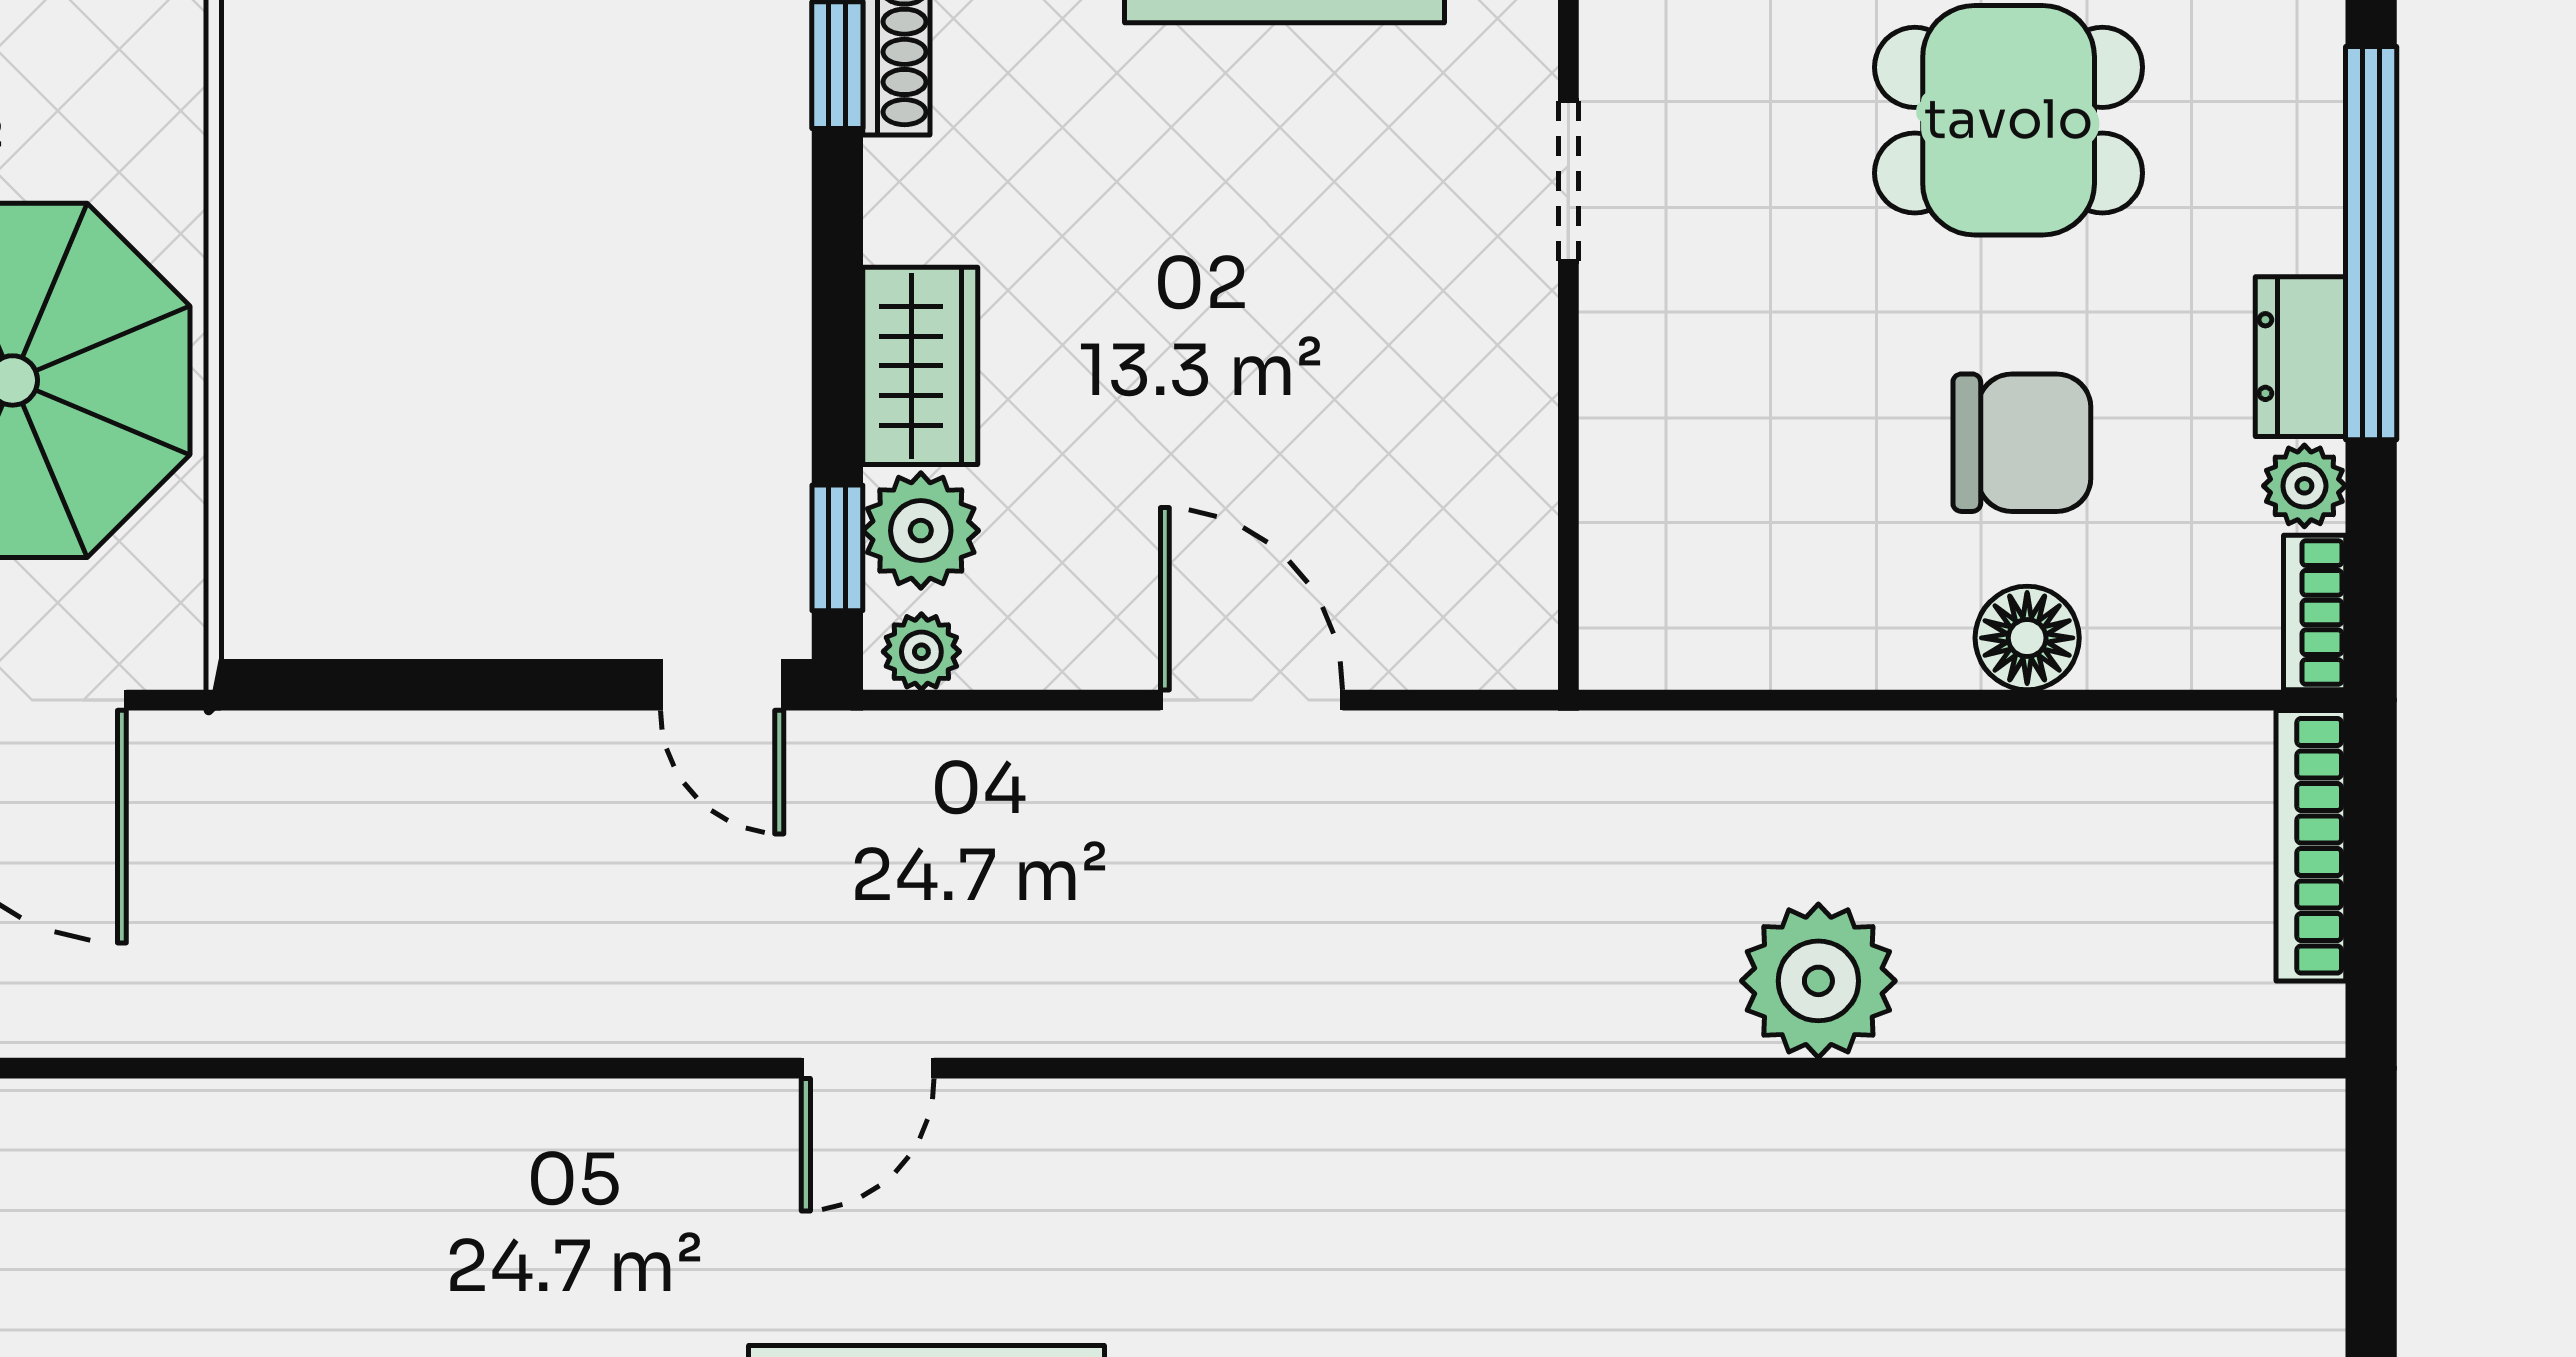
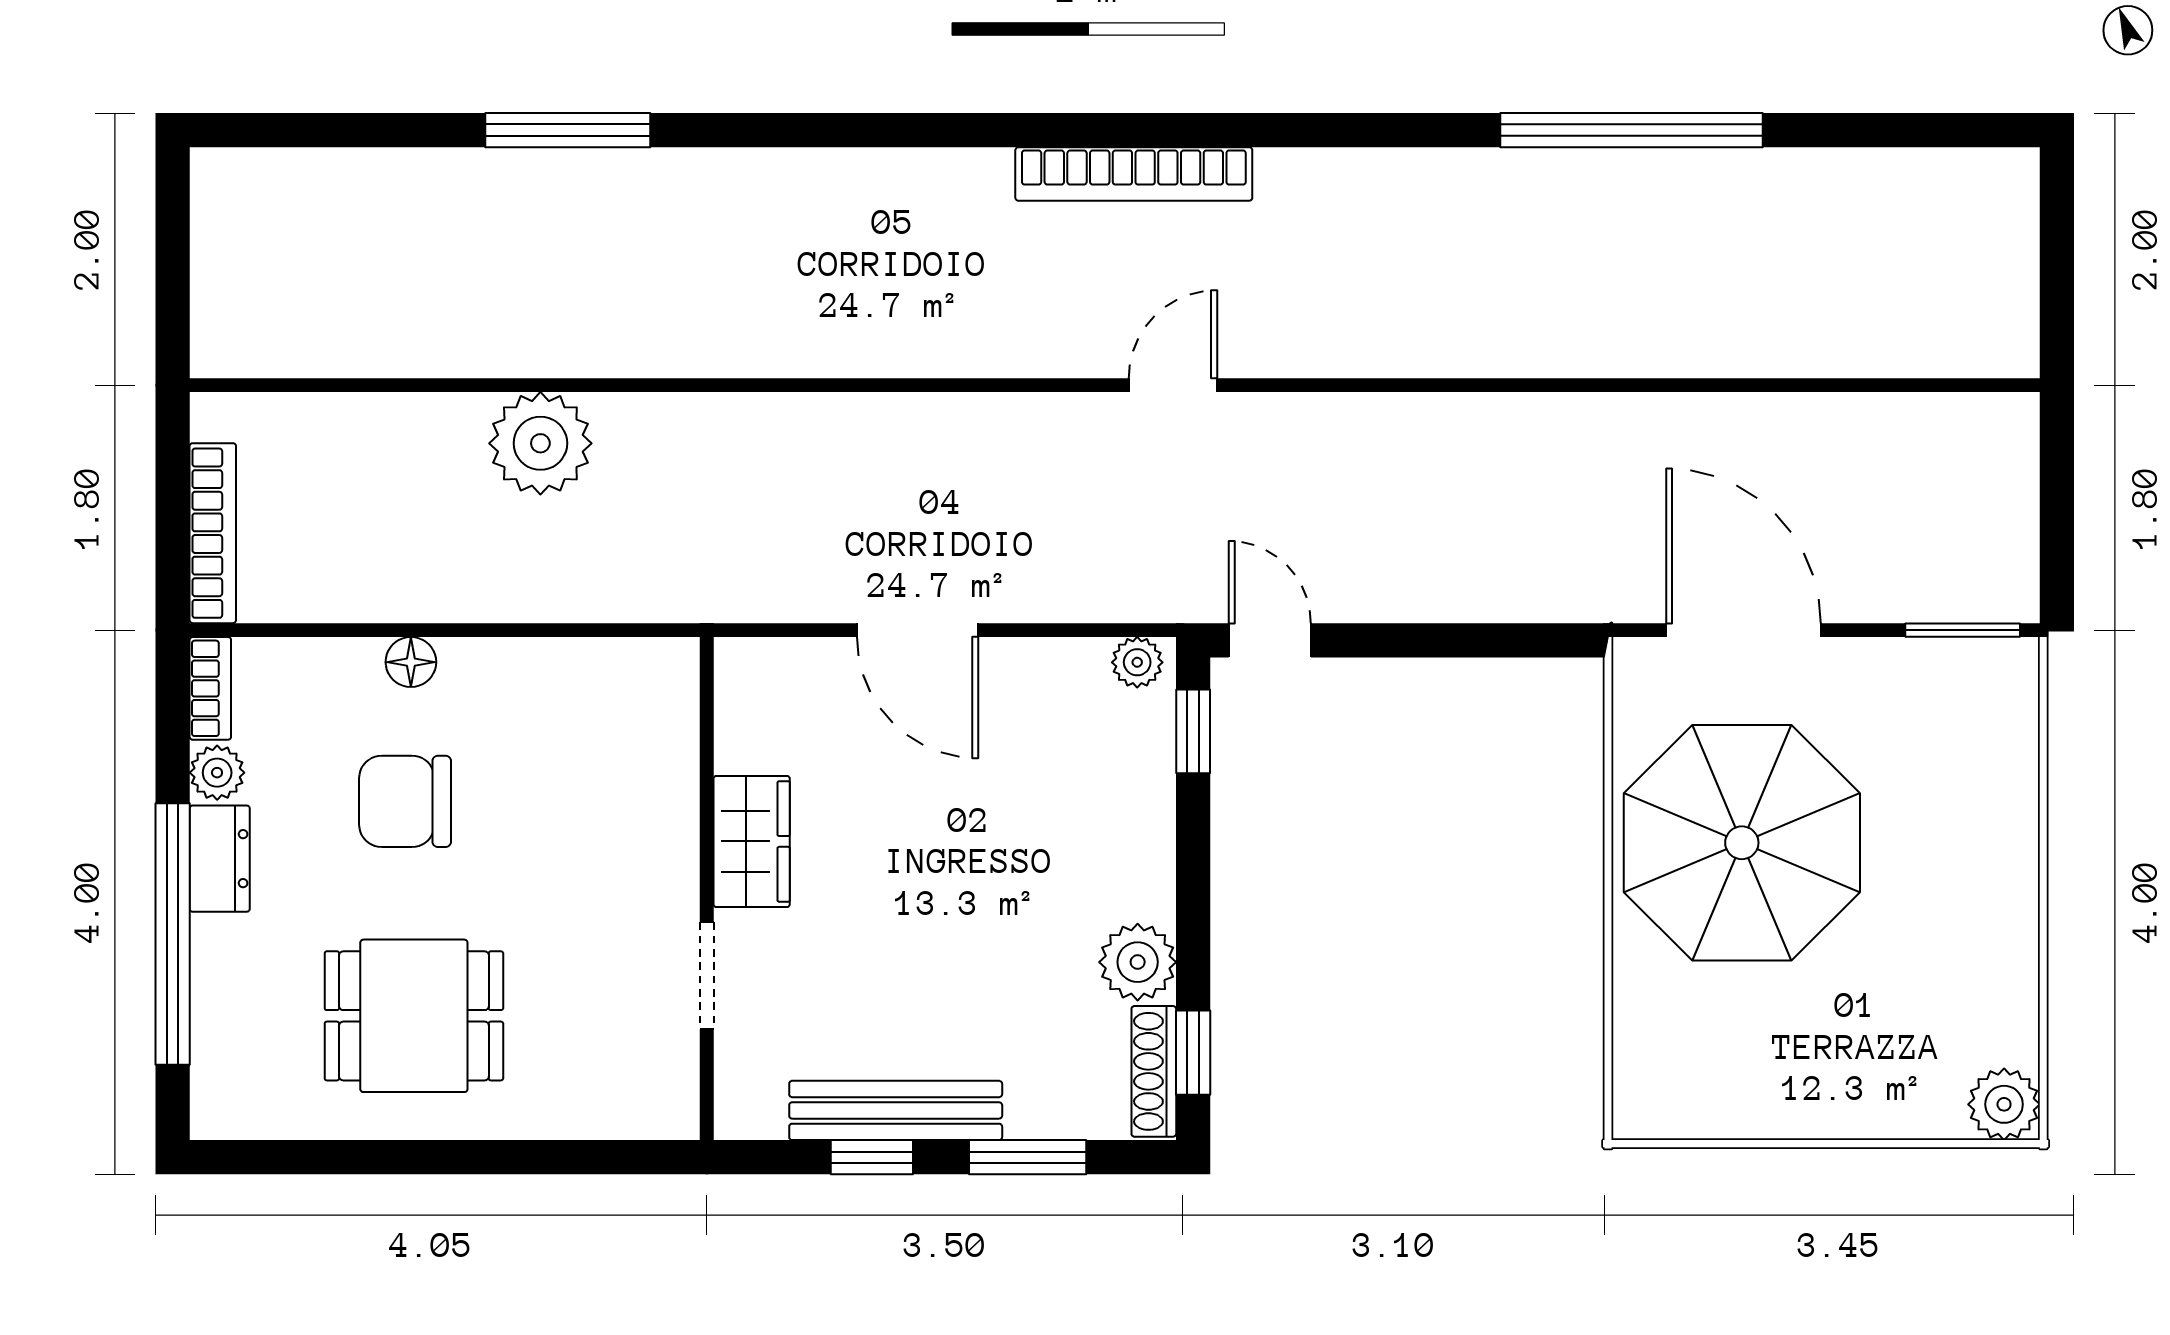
wardrobe: (920, 366) -> (752, 841), moved, turned 180
plant: (921, 531) -> (1138, 962), moved
floor lamp: (2027, 638) -> (411, 662), width x0.73, depth x0.73

